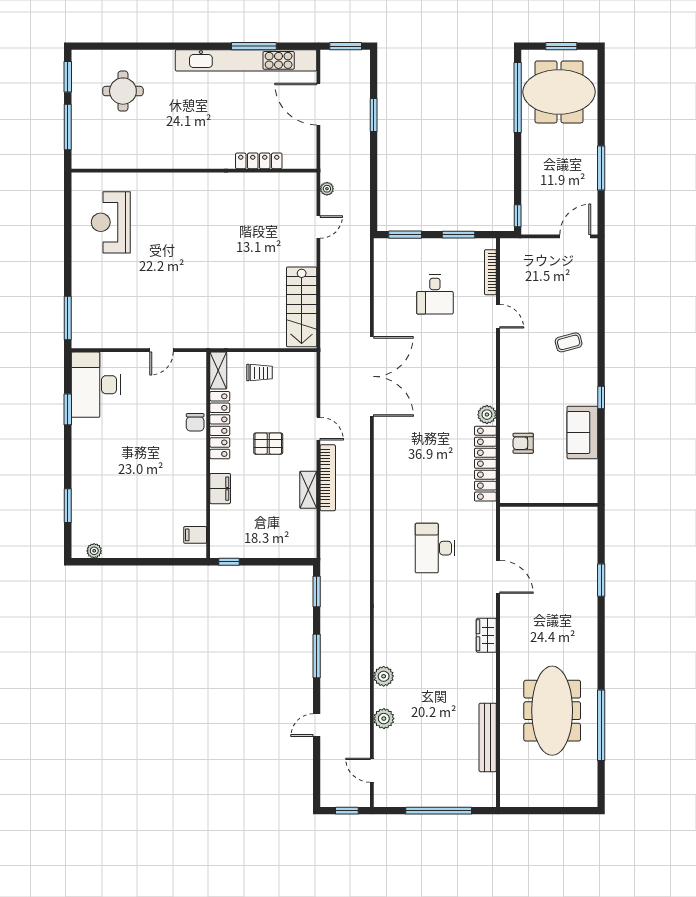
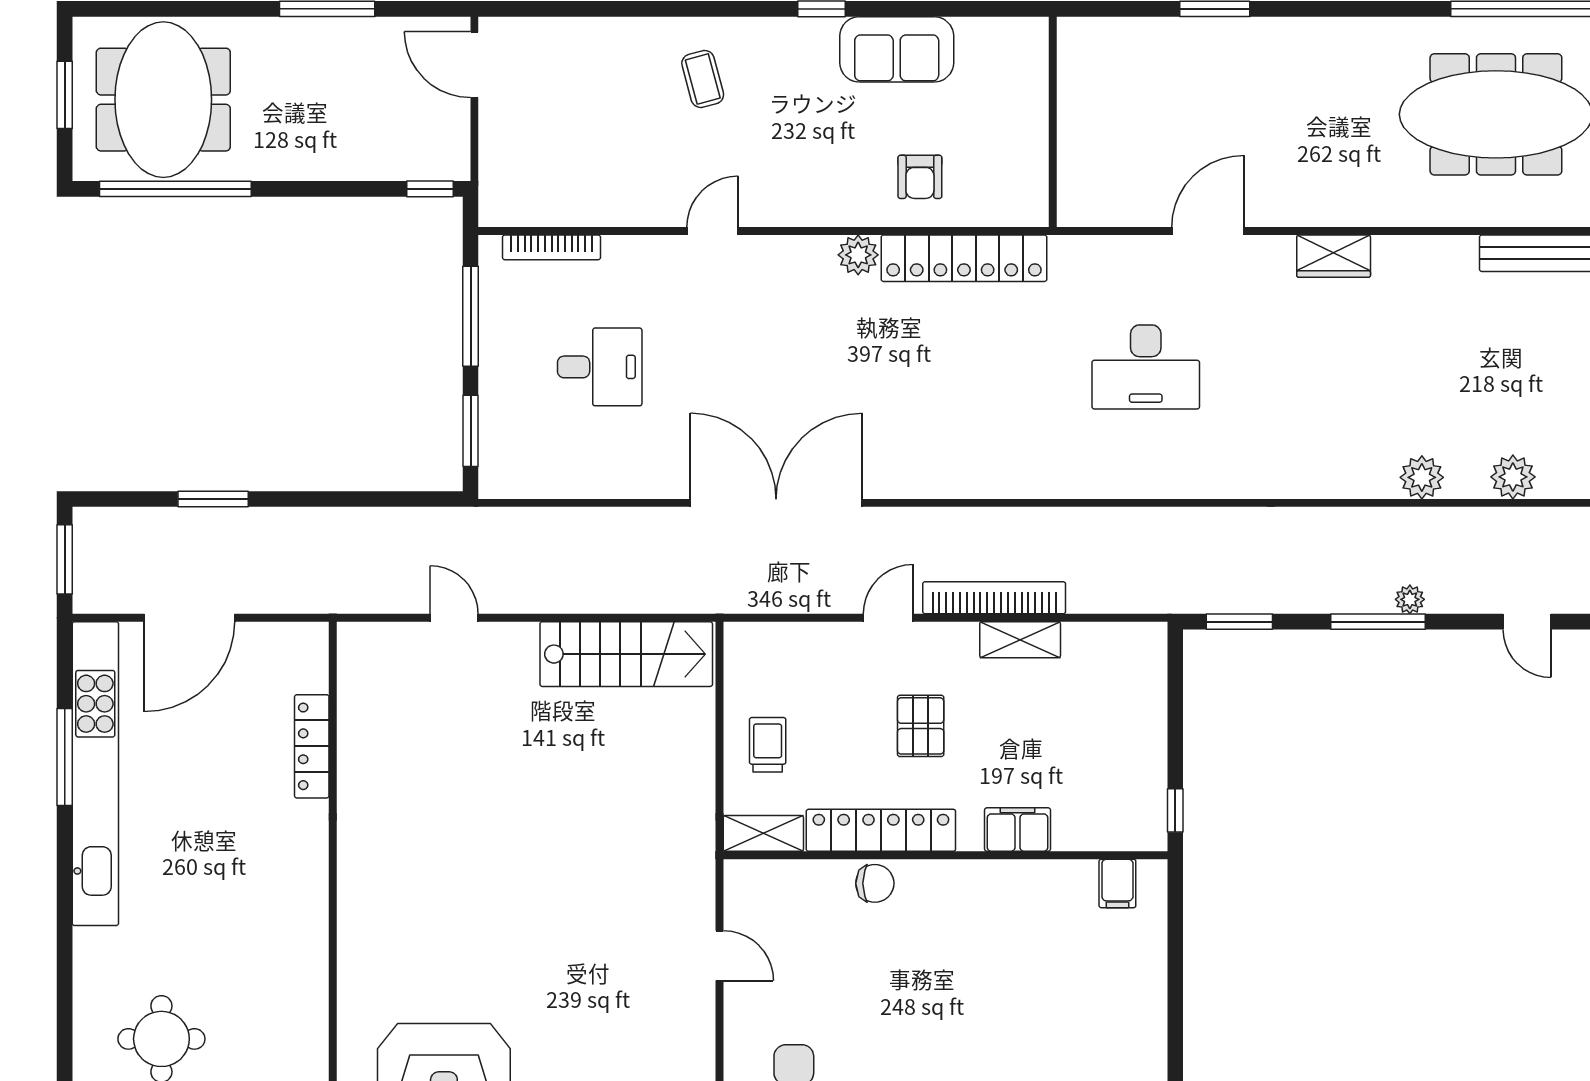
plant: (327, 189) -> (1410, 599), moved
window: (458, 235) -> (471, 316), width x1.44
door: (498, 316) -> (712, 231), moved

